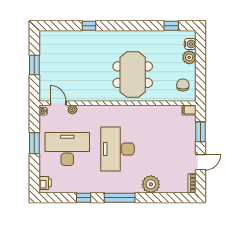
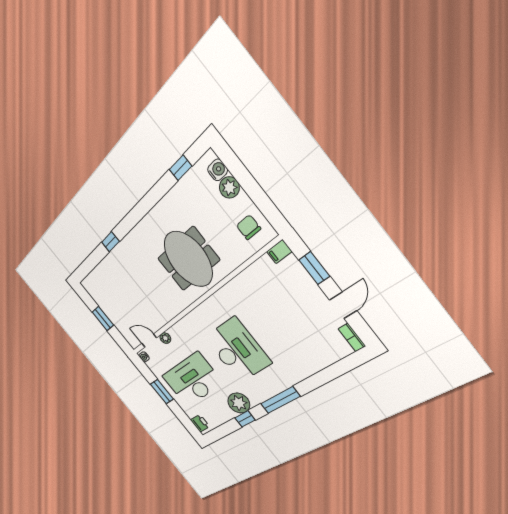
desk: (117, 149) -> (237, 350), turned 180
plant: (151, 184) -> (239, 403), moved

